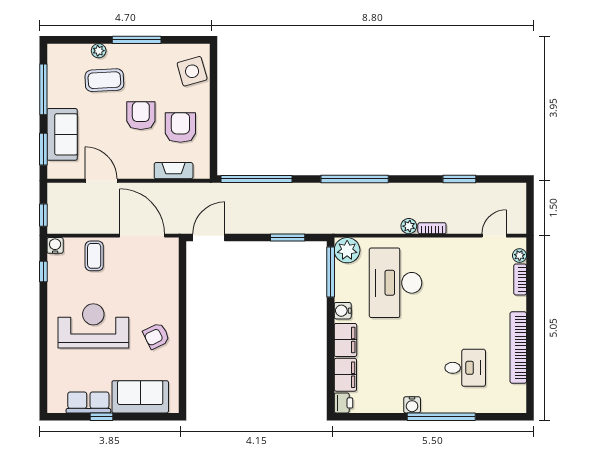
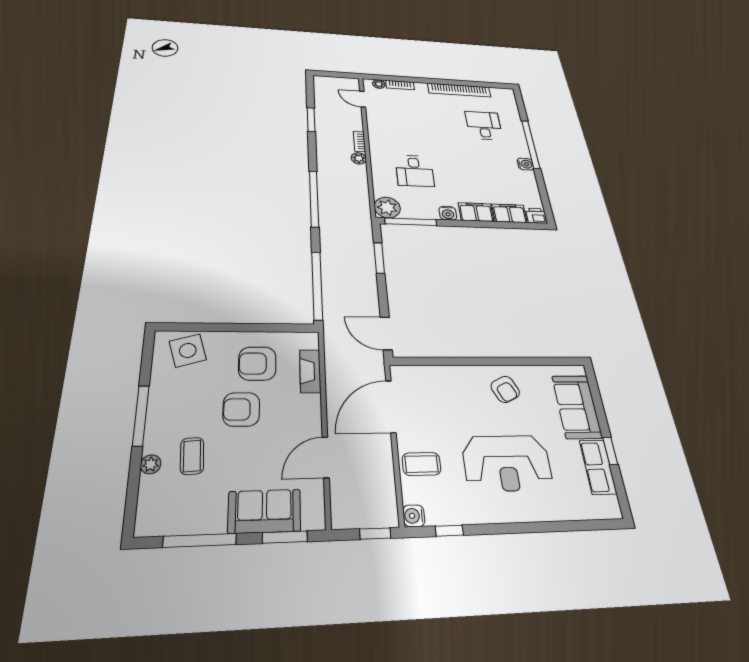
coffee table: (104, 80) -> (192, 456), width x0.73, depth x0.77
desk: (396, 283) -> (415, 171), width x0.53, depth x0.77
reception desk: (93, 326) -> (507, 463), turned -90

